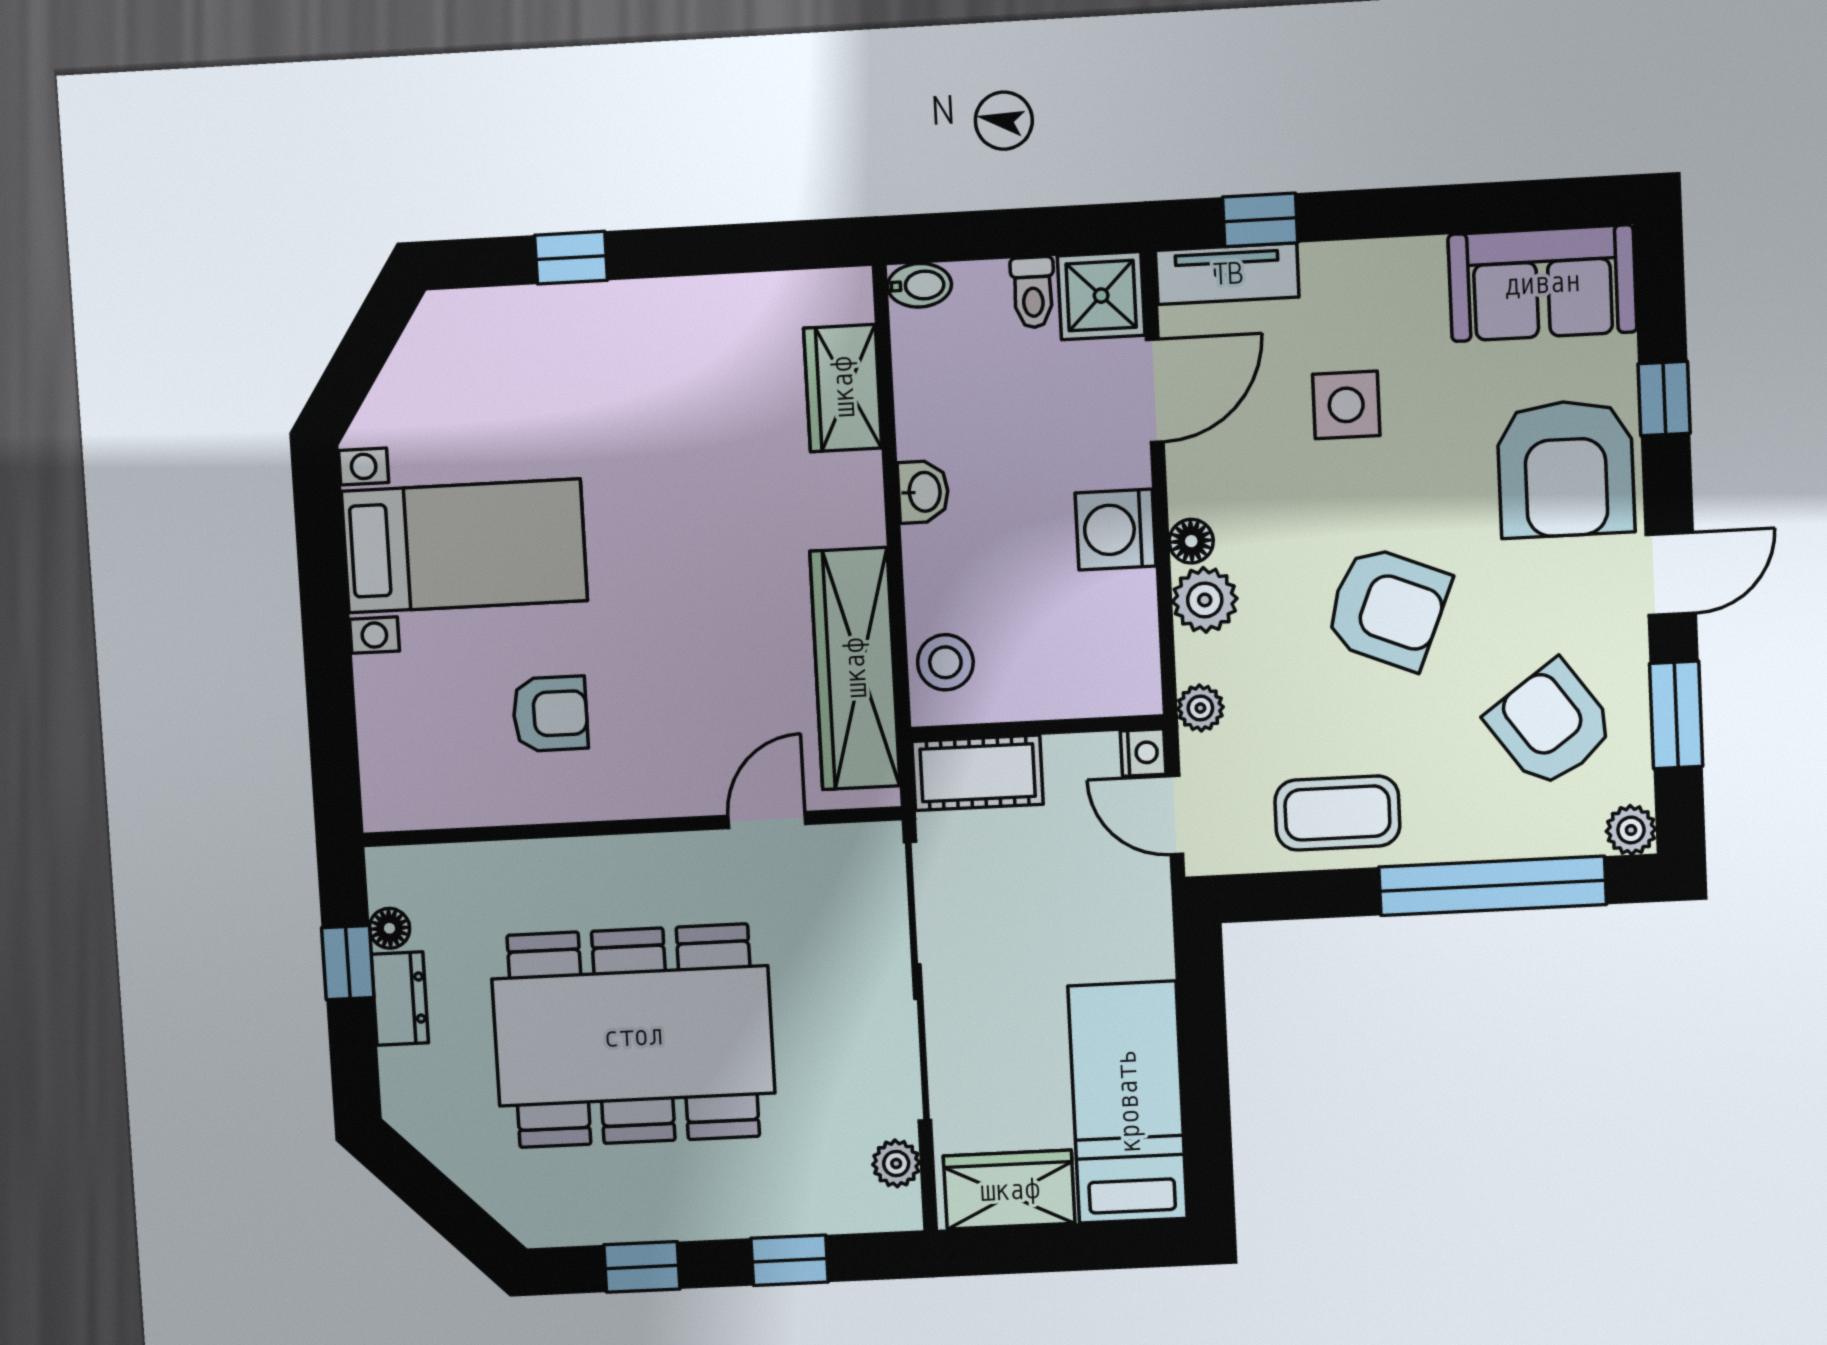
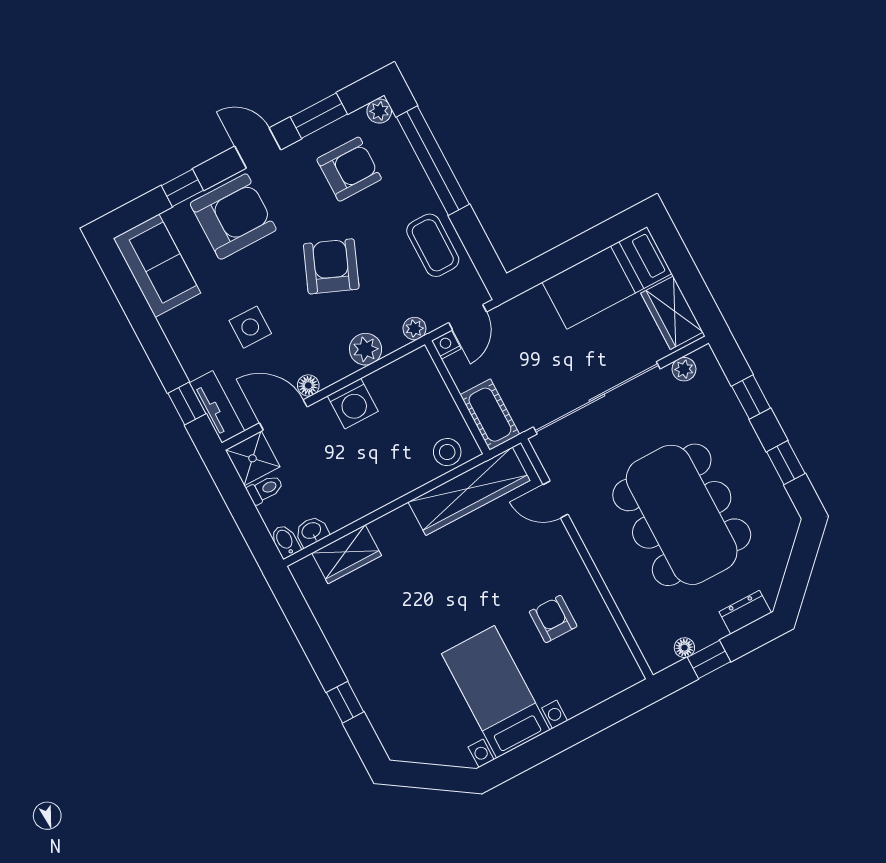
washbasin: (923, 492) -> (312, 531), moved
floor lamp: (1191, 541) -> (308, 385), moved
armchair: (1551, 725) -> (349, 169), turned -144
dresser: (400, 999) -> (745, 612), moved

